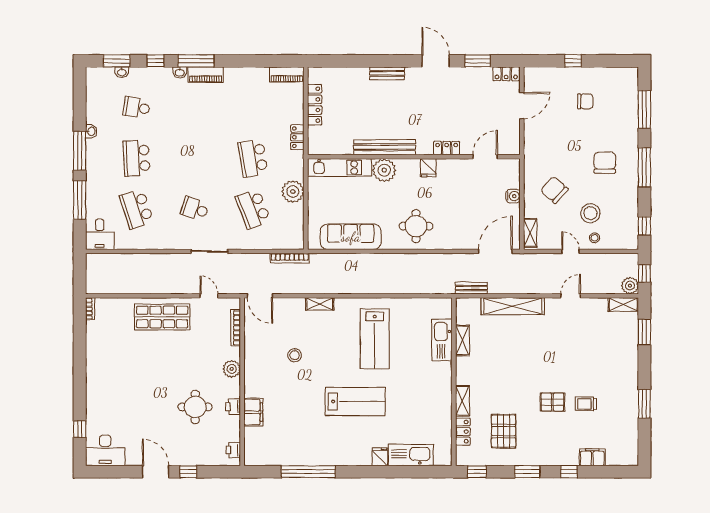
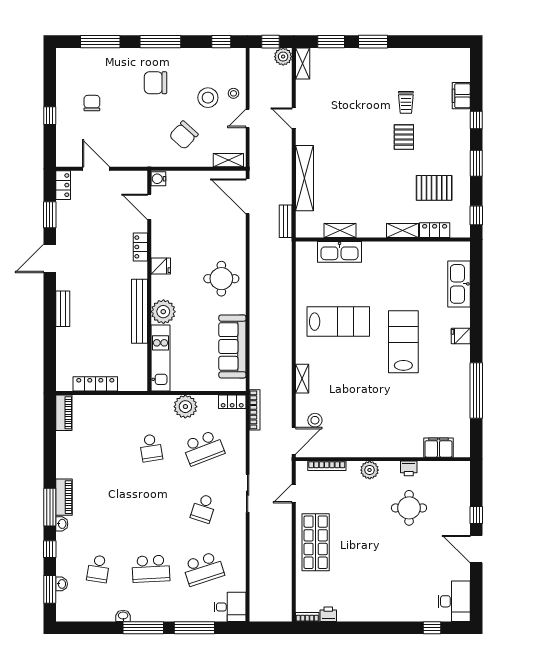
locker: (297, 137) -> (232, 402), moved
school desk: (253, 158) -> (151, 448), width x0.54
water cooler: (513, 196) -> (158, 179), moved, turned -90
stool: (295, 355) -> (315, 420), moved
window: (644, 404) -> (373, 42), moved
filing cabinet: (253, 412) -> (438, 448), moved
printer: (233, 450) -> (328, 614), moved, turned 180
fridge: (380, 457) -> (461, 336), moved
door: (156, 472) -> (476, 549), hinge flipped

